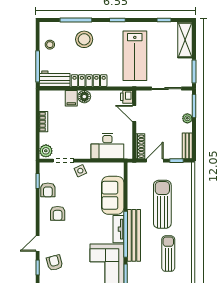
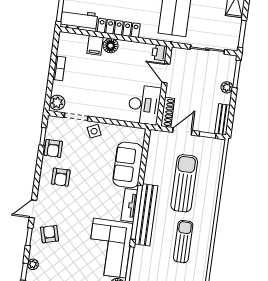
desk: (107, 146) -> (144, 105), moved, turned -90

